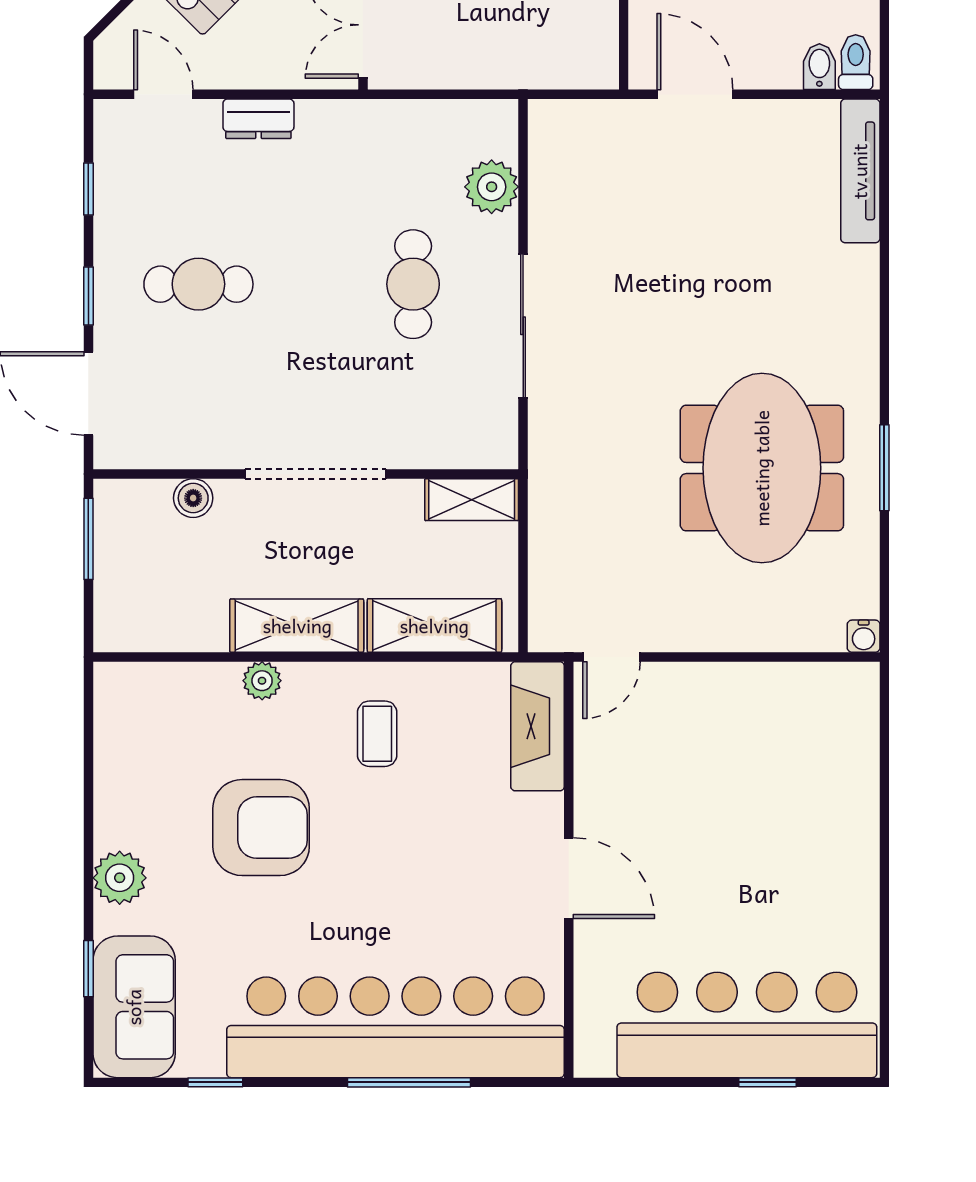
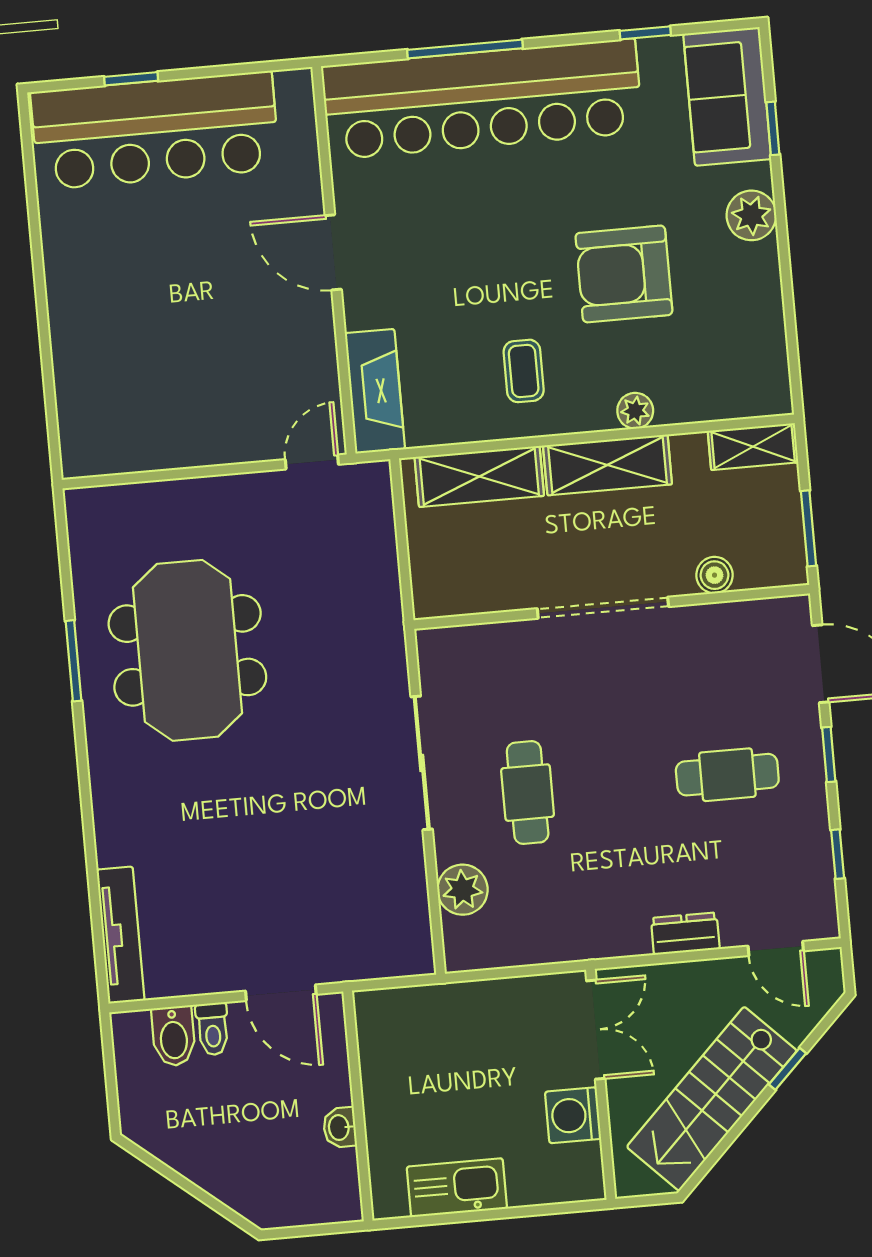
toilet: (856, 62) -> (213, 1029), moved
bidet: (819, 67) -> (174, 1036), width x1.38, depth x1.36
shelving: (472, 500) -> (753, 447), moved
water cooler: (864, 636) -> (79, 502), removed

